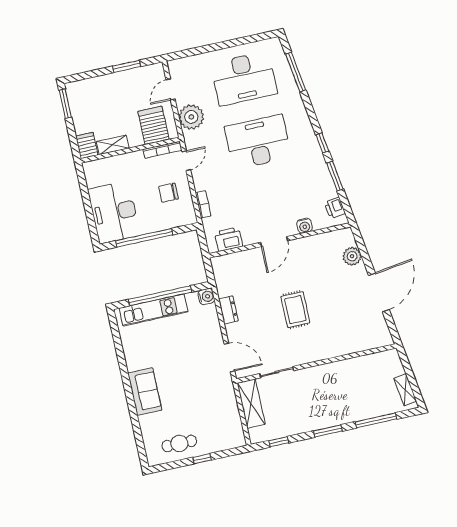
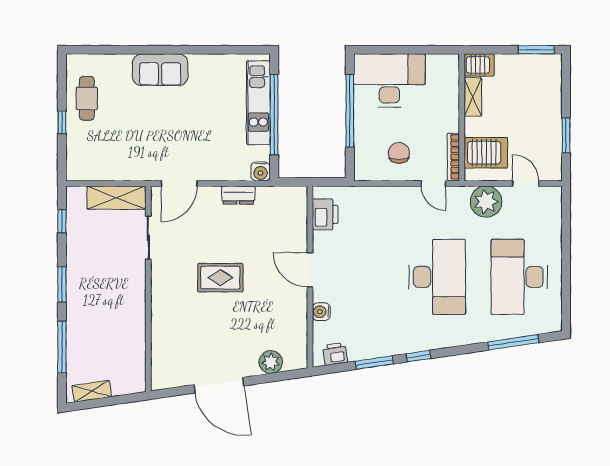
bookcase: (203, 204) -> (375, 192), removed

